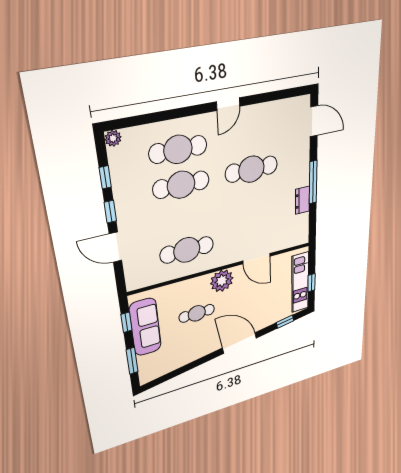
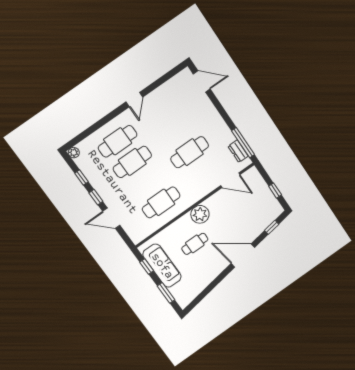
cafe table: (251, 169) -> (190, 152), moved
window: (313, 182) -> (243, 143), moved
dresser: (302, 200) -> (238, 151), moved
door: (256, 259) -> (230, 180), moved
kitchen unit: (300, 282) -> (265, 194), removed

